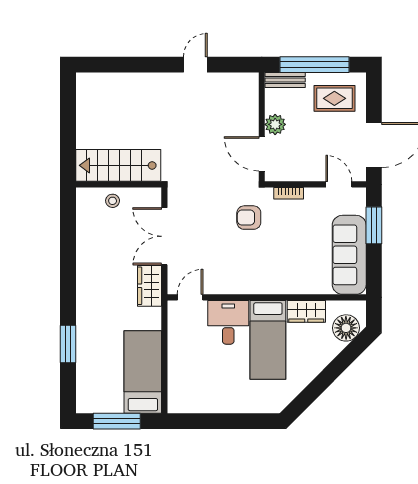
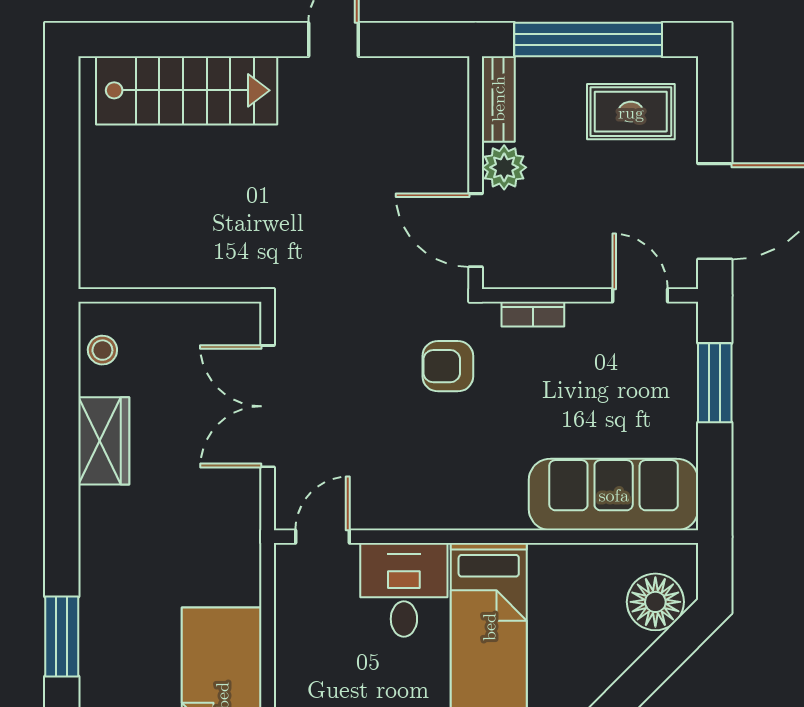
bench: (285, 80) -> (498, 99), moved, turned 90
stairs: (118, 165) -> (187, 90), moved, turned 180
stool: (113, 201) -> (102, 350), moved
sofa: (349, 255) -> (614, 495), moved, turned 90
wardrobe: (150, 286) -> (104, 441), moved, turned 180
wardrobe: (306, 311) -> (571, 566), removed

